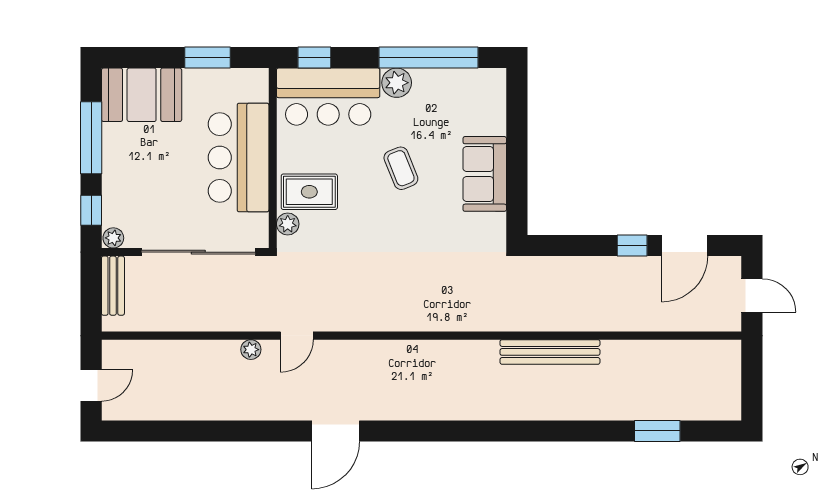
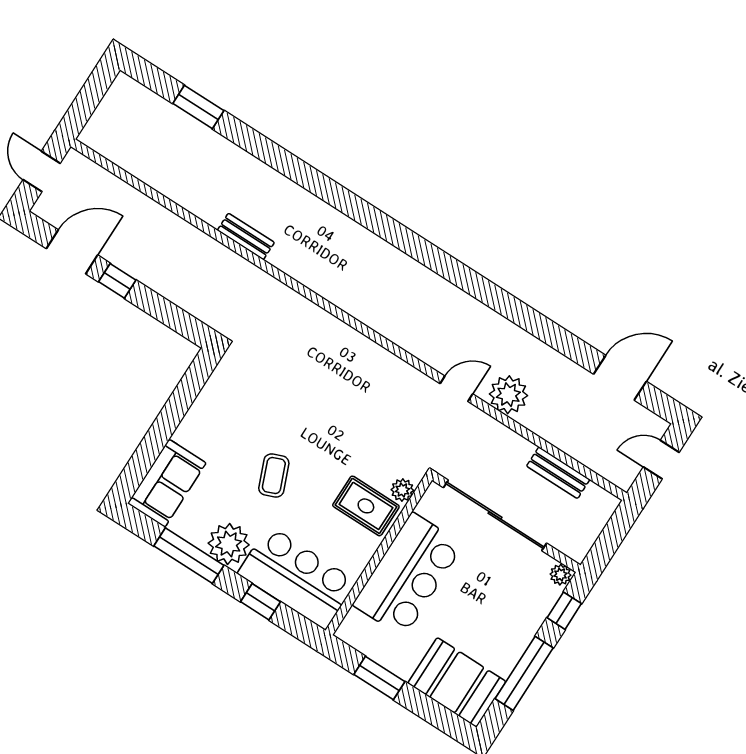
window: (314, 58) -> (261, 602), moved
window: (428, 58) -> (189, 556), width x0.68
plant: (397, 83) -> (229, 544), width x1.36, depth x1.36
sofa: (485, 174) -> (167, 483), moved
bench: (113, 286) -> (558, 473), moved, turned 90
plant: (251, 350) -> (508, 395), width x1.88, depth x1.88
bench: (550, 352) -> (246, 236), width x0.54, depth x0.82
door: (336, 431) -> (620, 378), moved

